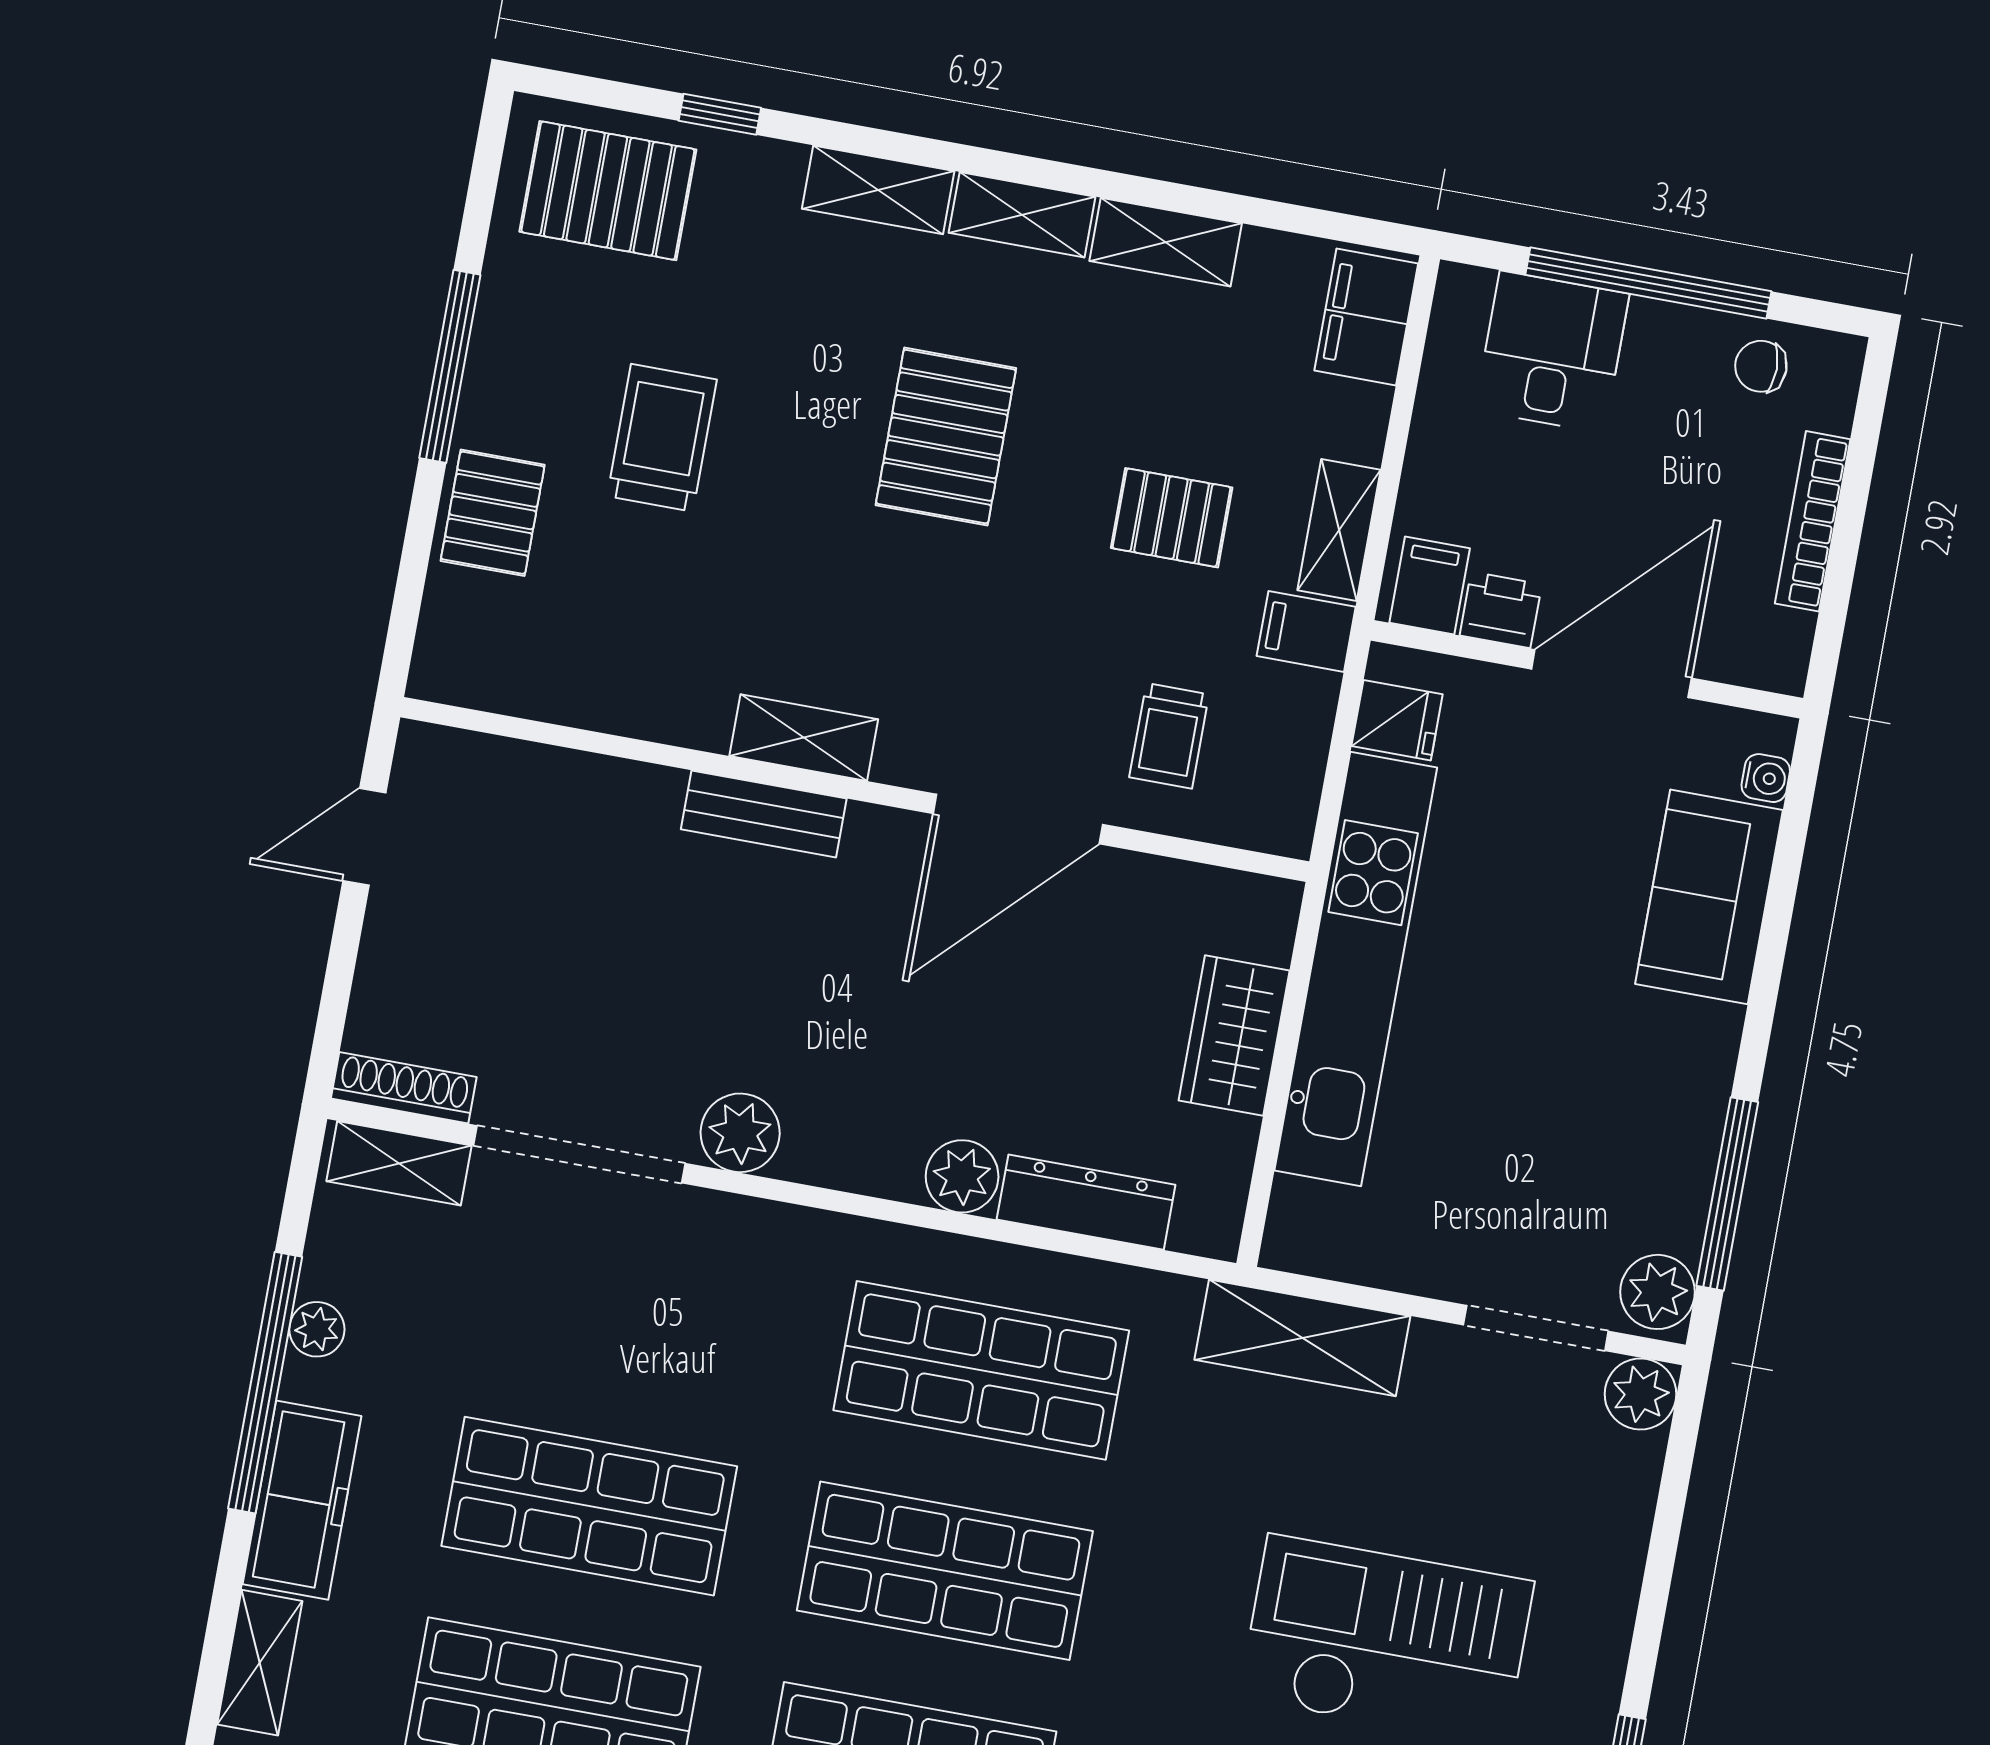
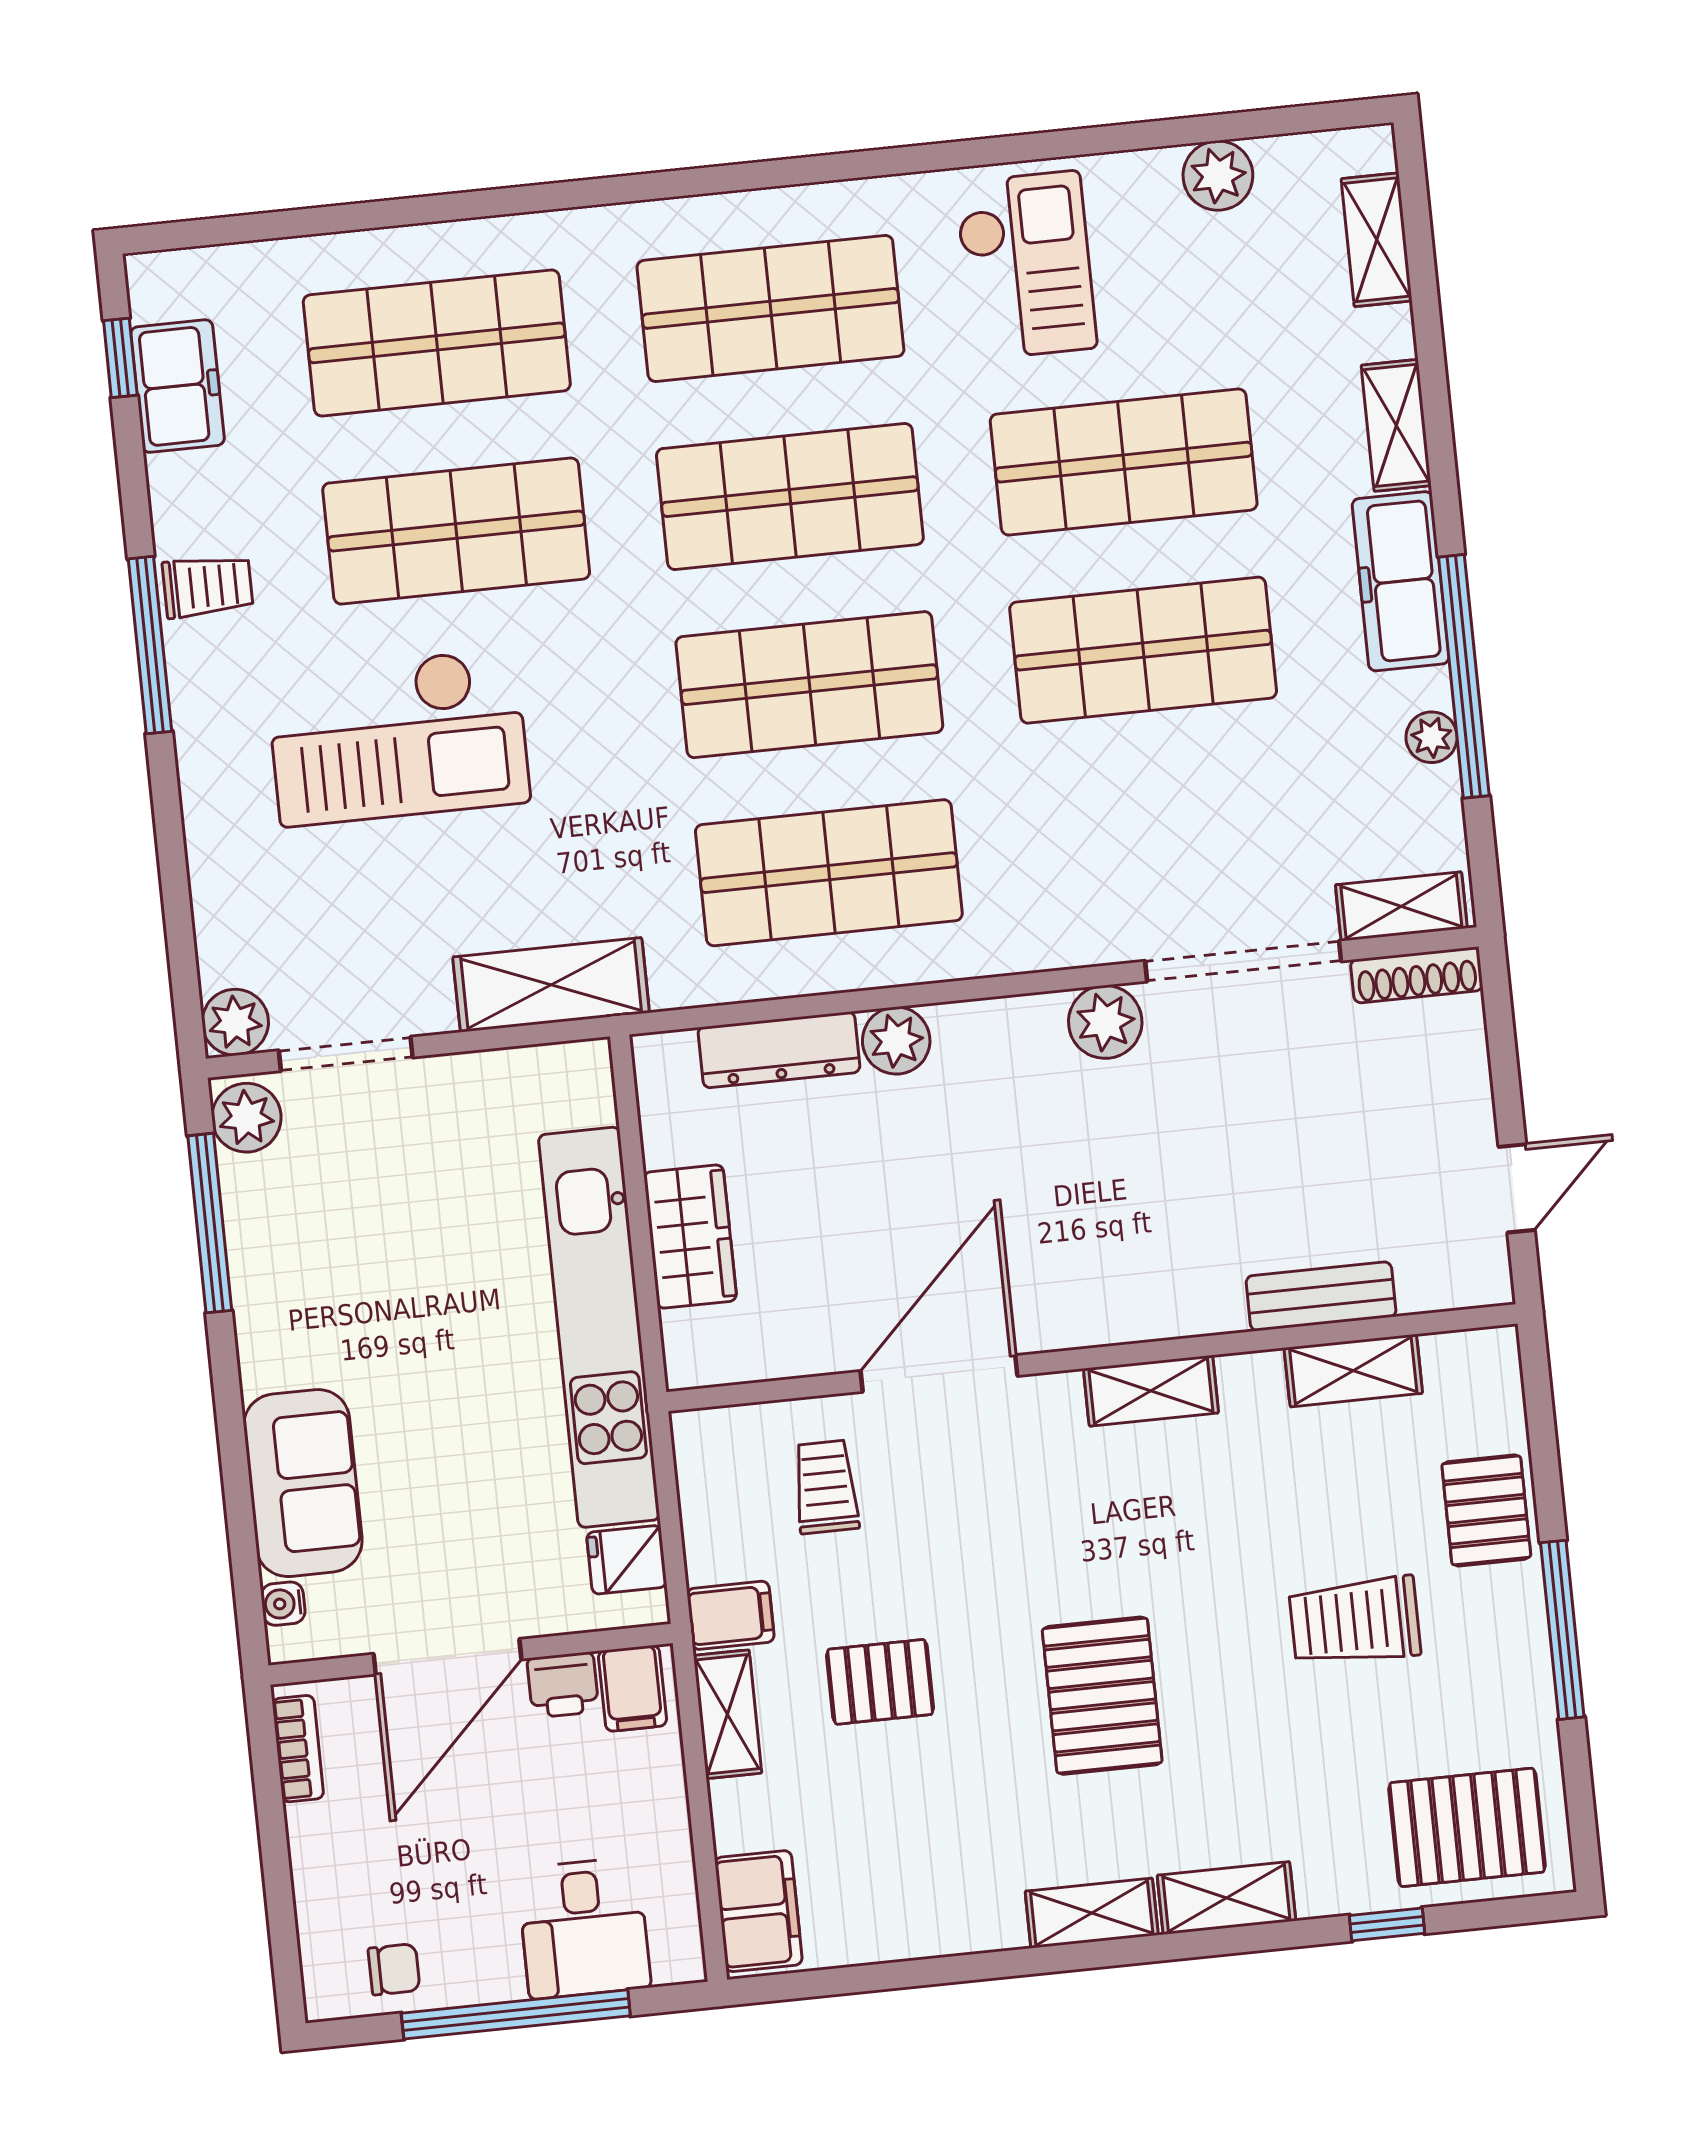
shelving: (1166, 242) -> (1353, 1370), moved
trolley: (662, 438) -> (1355, 1621), turned 90
bookcase: (1813, 521) -> (298, 1749), moved, width x0.64
bench: (764, 814) -> (1321, 1296), moved

